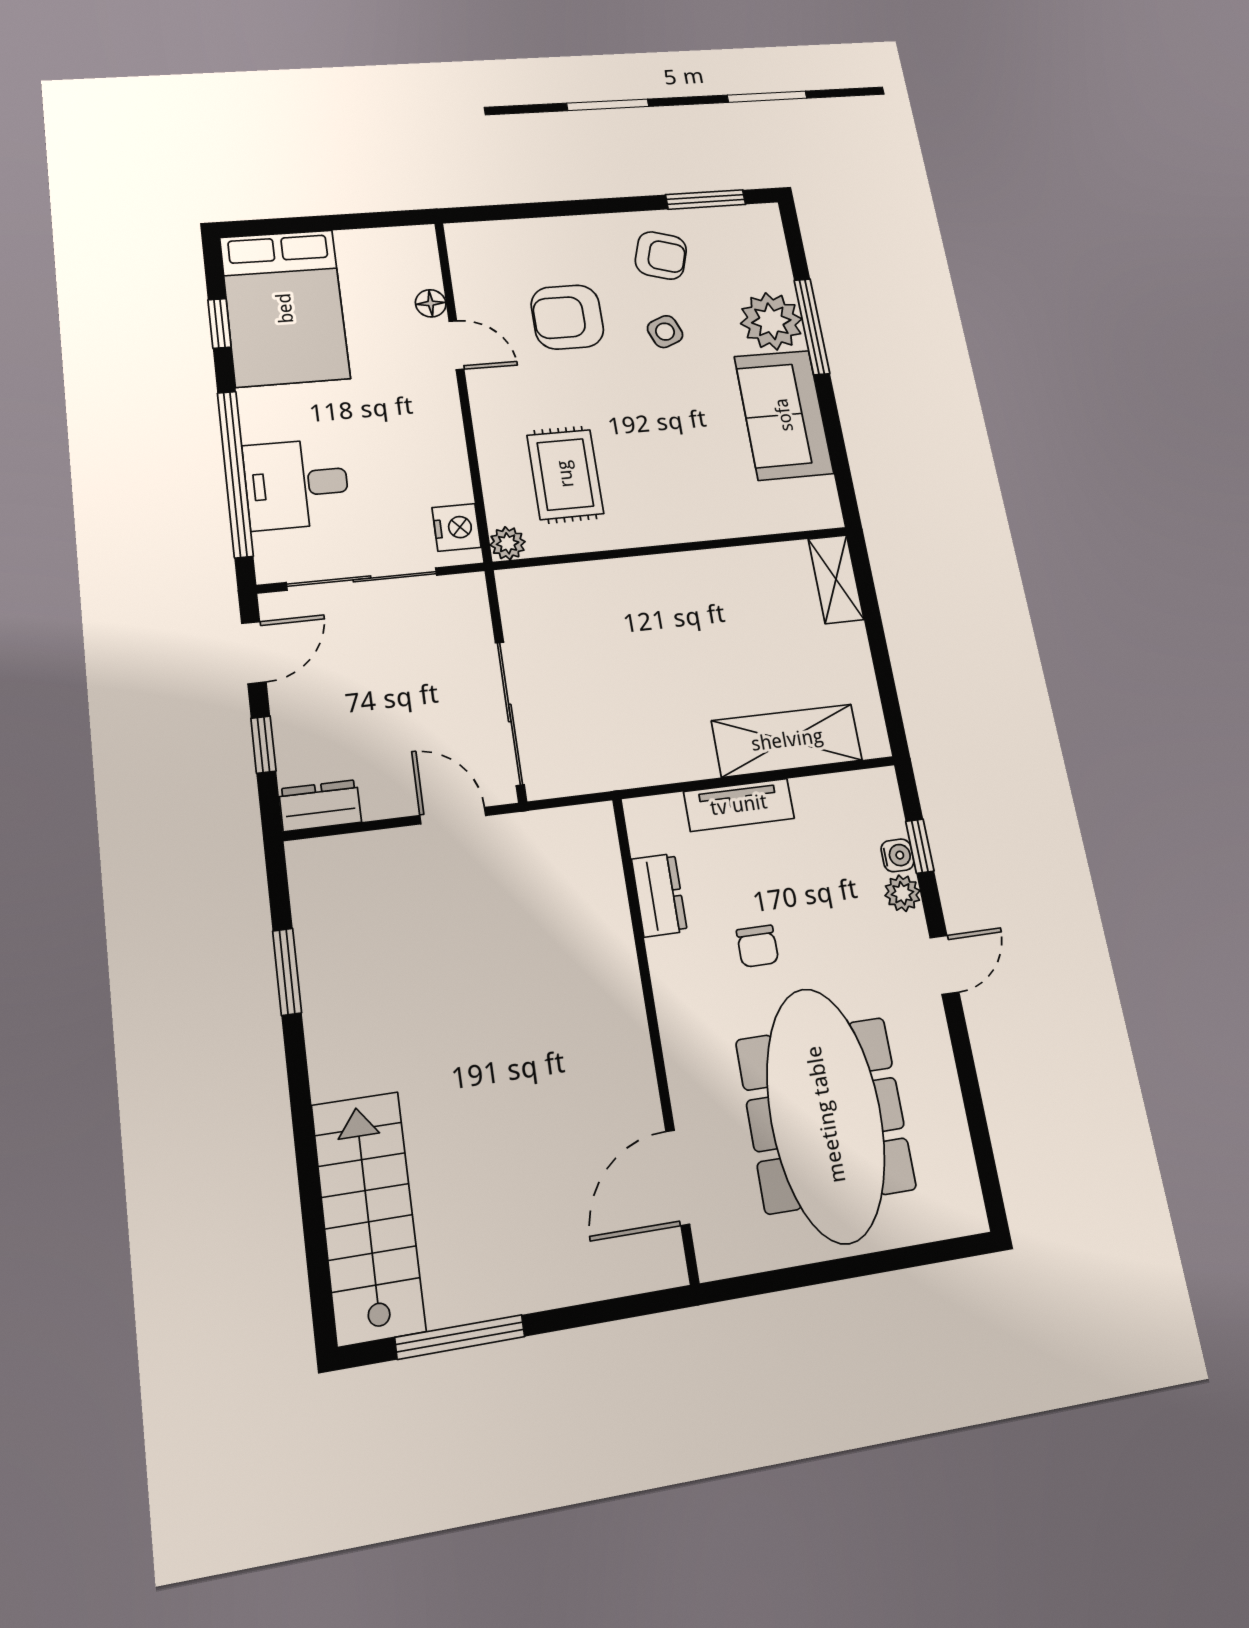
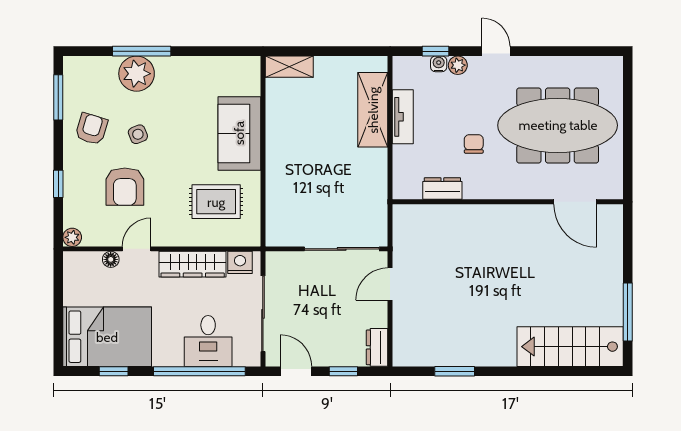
window: (555, 209) -> (58, 184), added
sofa: (784, 415) -> (239, 133), moved, turned 90
wardrobe: (441, 444) -> (193, 264), added
plant: (508, 543) -> (72, 237), moved
tv unit: (739, 805) -> (403, 117), moved
chair: (757, 946) -> (474, 144), turned -90

